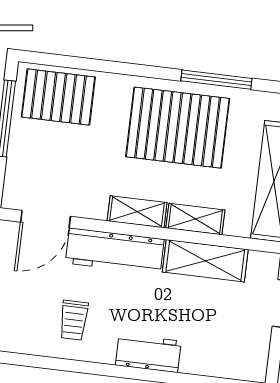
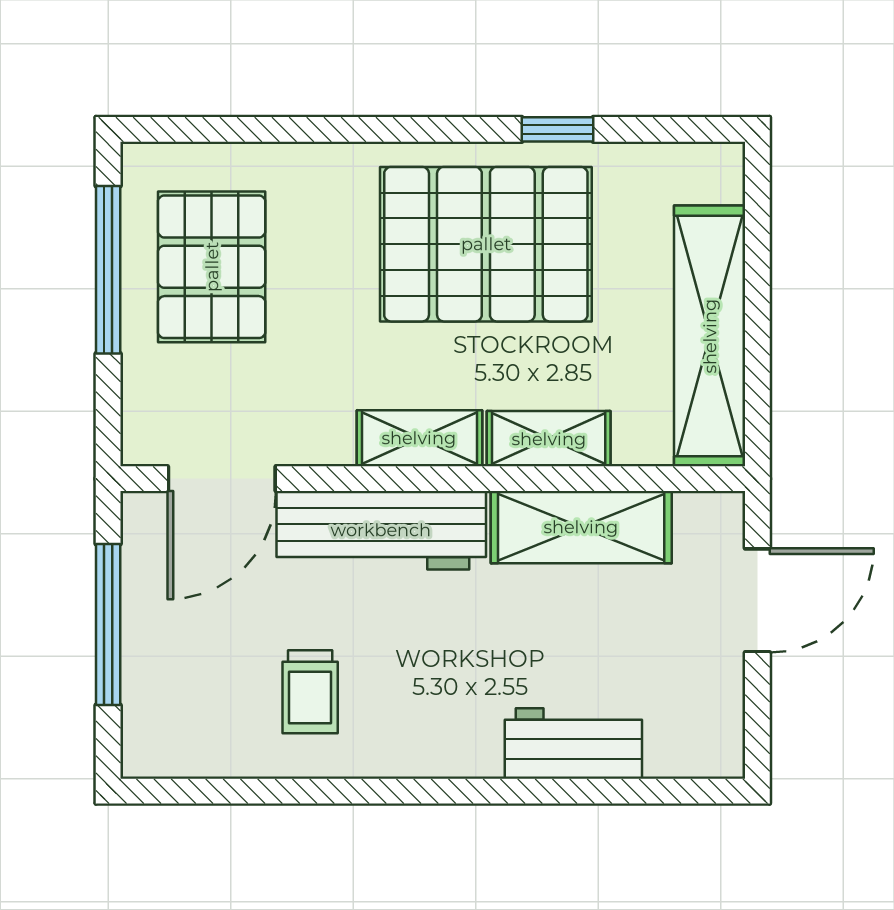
window: (216, 80) -> (558, 129), width x0.46
pallet: (58, 97) -> (212, 267), moved, turned 90
workbench: (148, 353) -> (573, 744), moved

